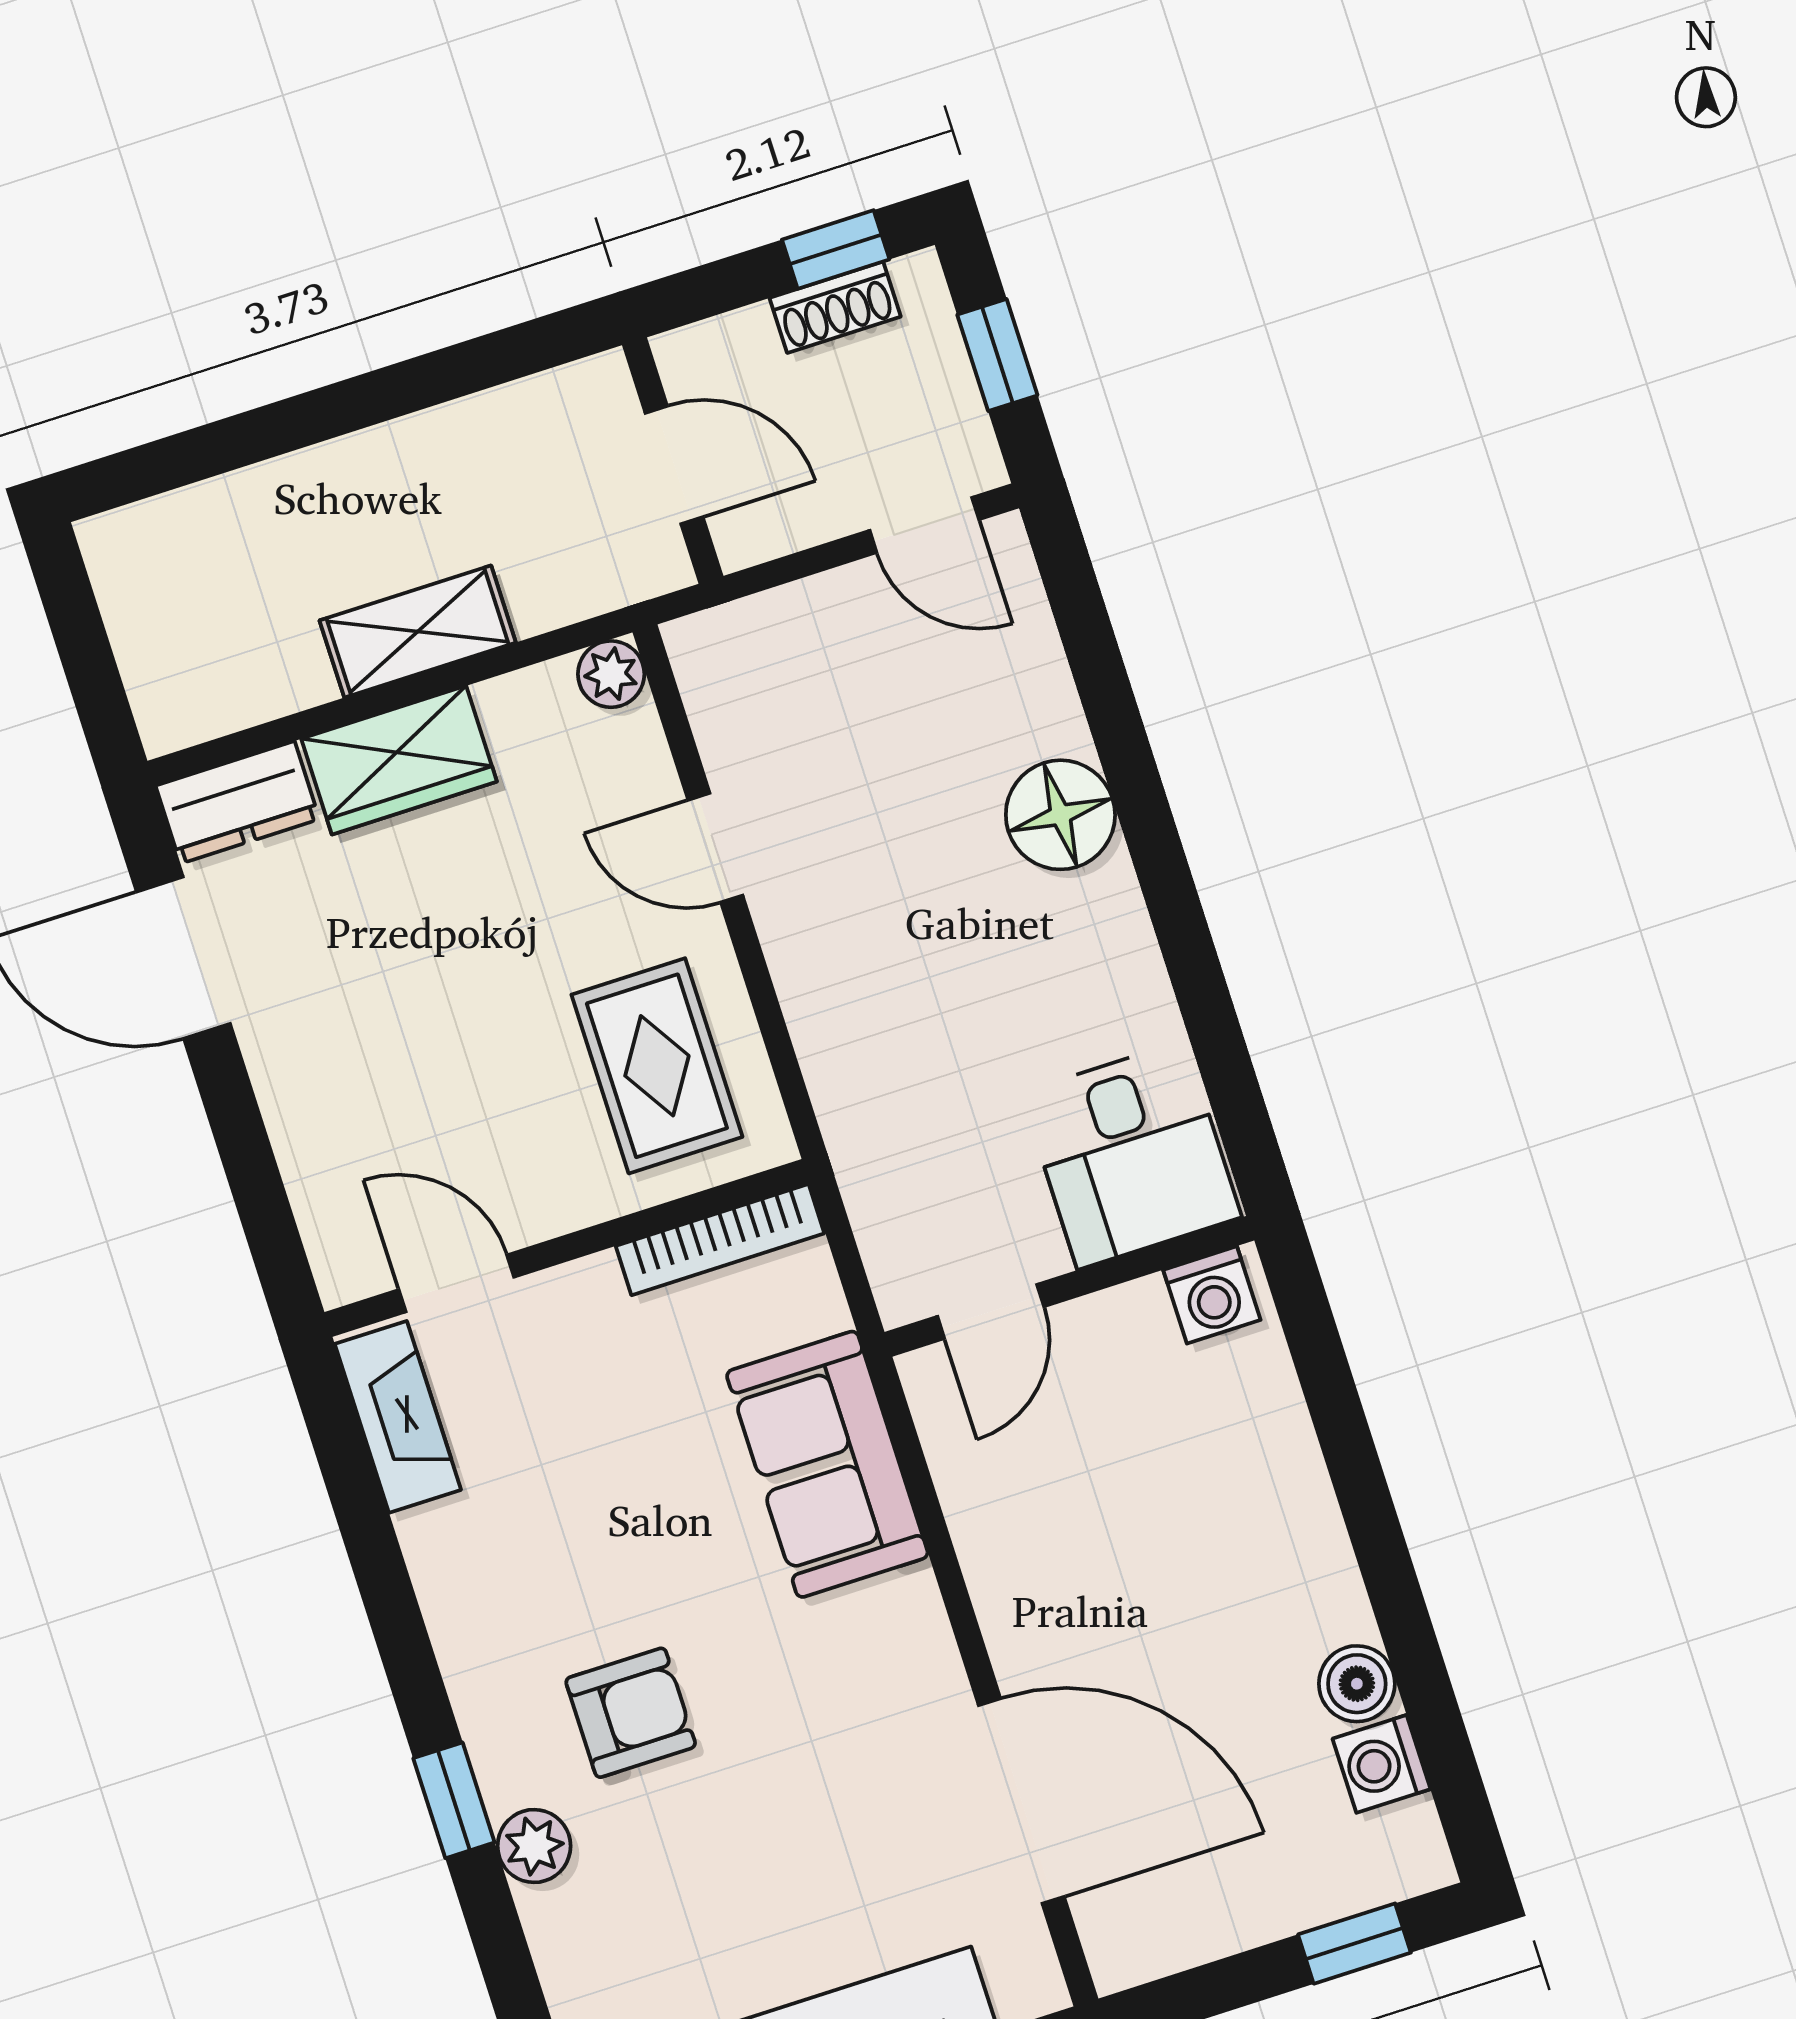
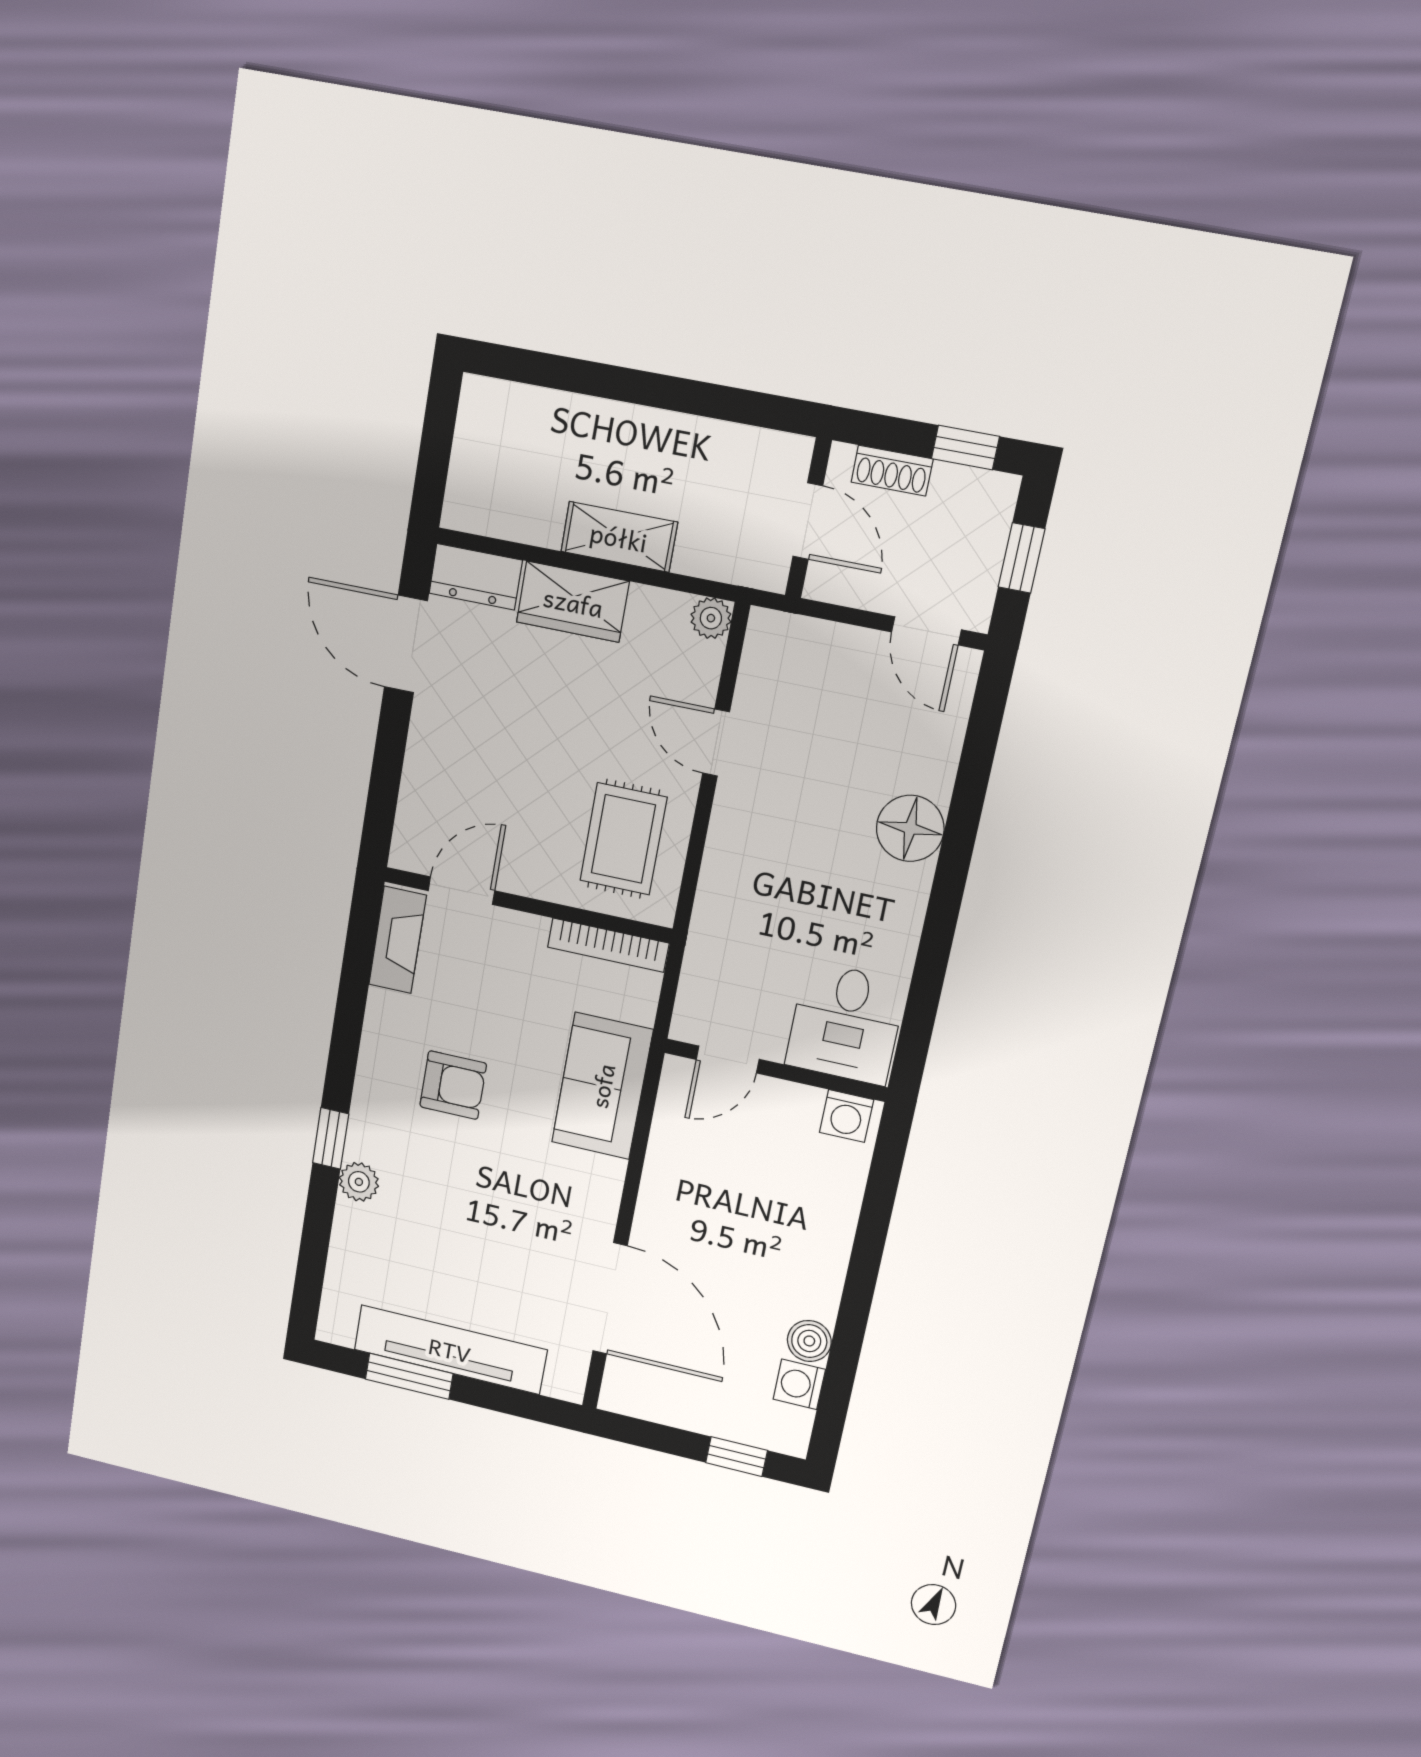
shoe rack: (835, 307) -> (892, 471), moved
door: (456, 1283) -> (461, 891), hinge flipped
armchair: (631, 1713) -> (453, 1085), moved

